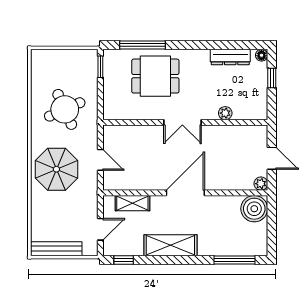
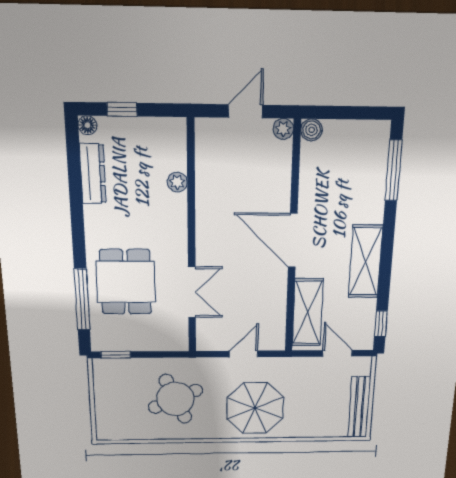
double door: (182, 122) -> (192, 292), moved
shelving: (132, 203) -> (308, 312), width x1.50, depth x1.33
boiler: (254, 209) -> (311, 130), width x0.54, depth x0.54

